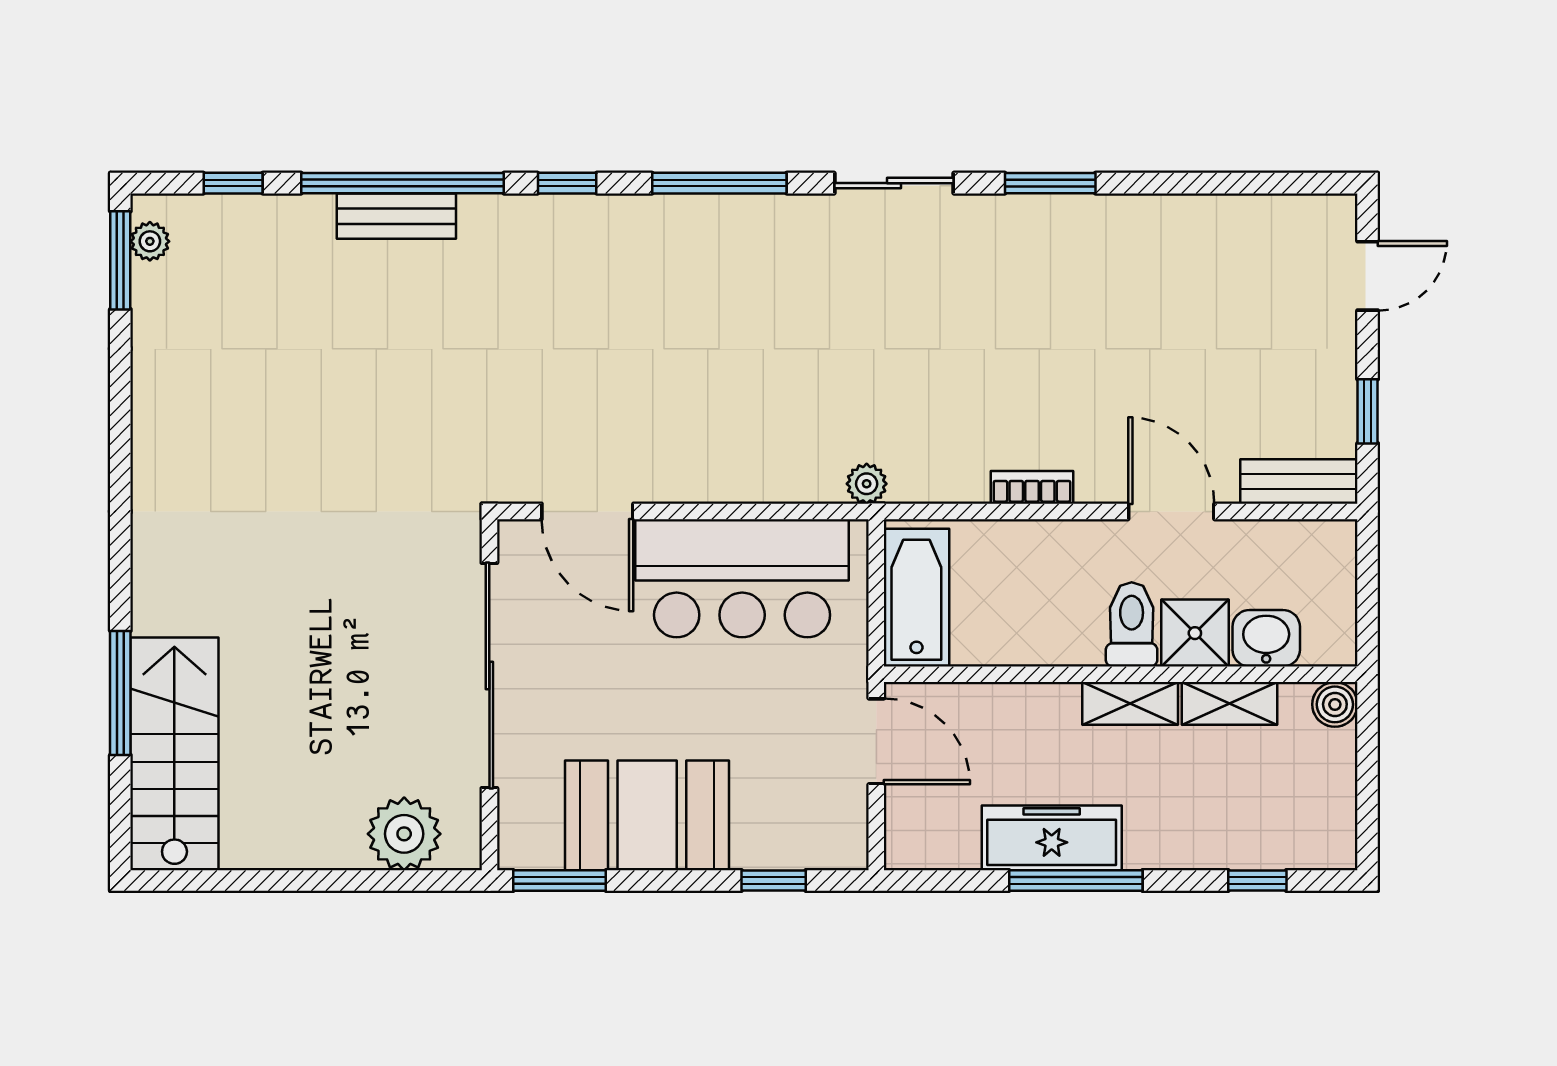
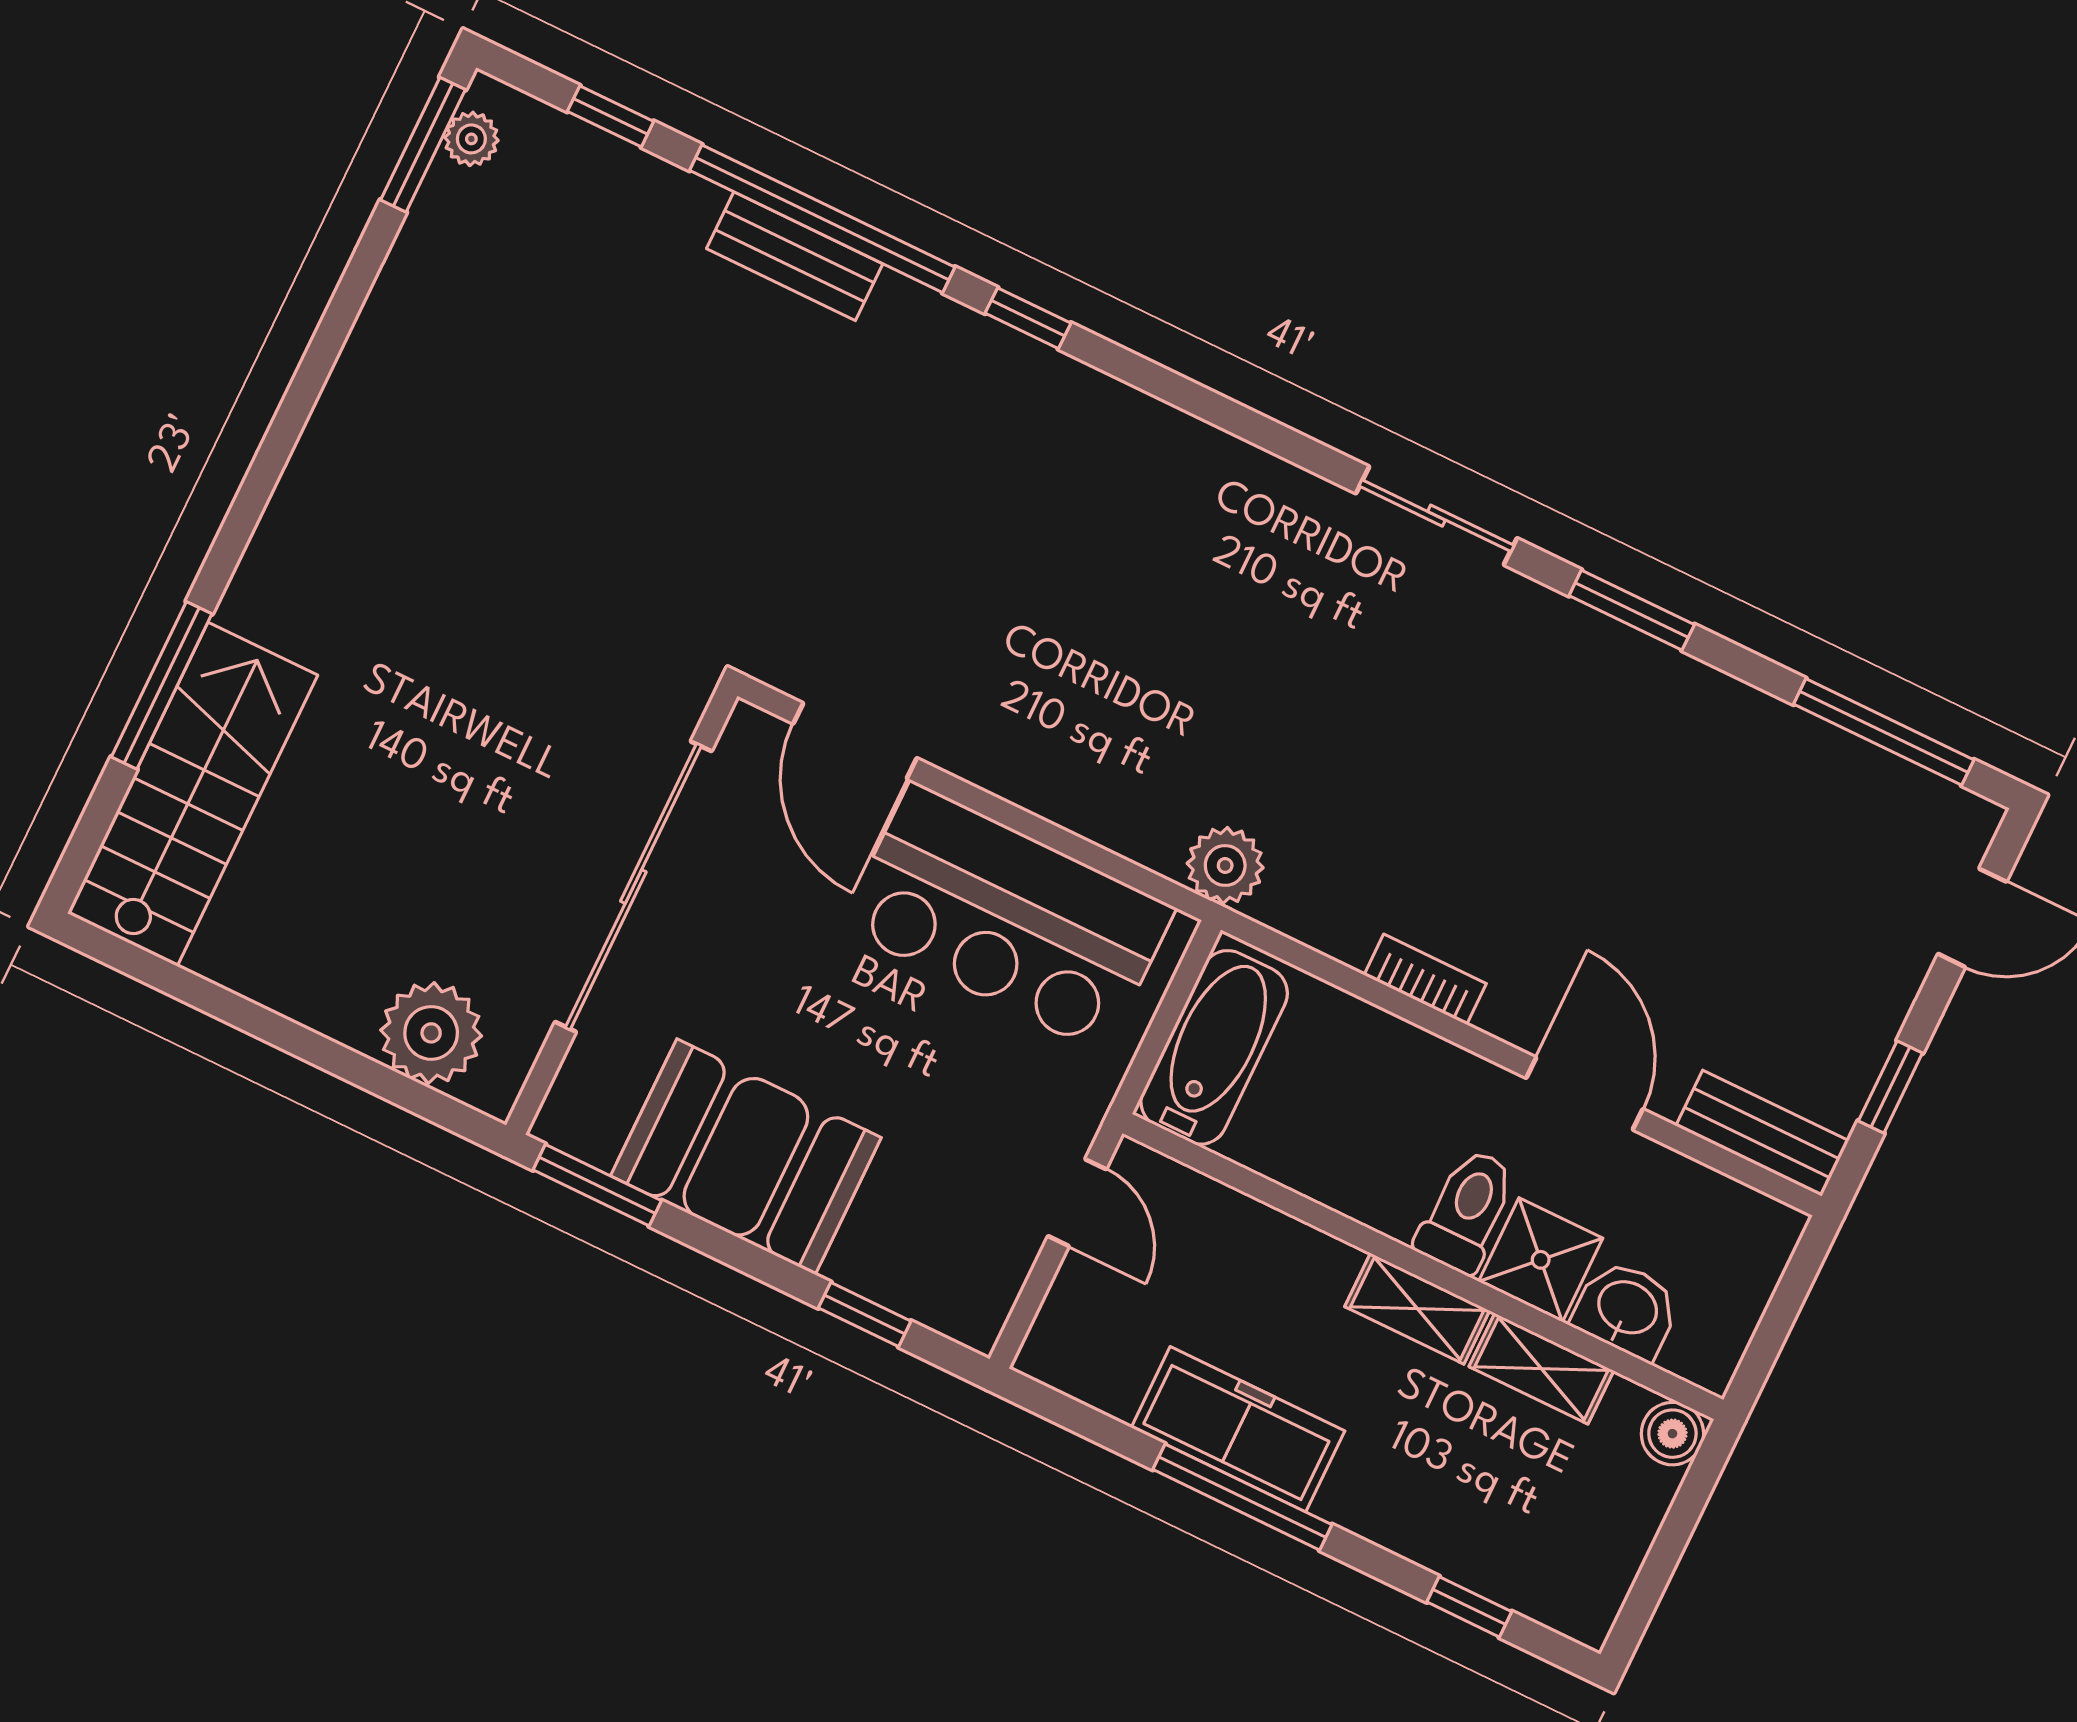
window: (719, 183) -> (1884, 732), moved
plant: (867, 484) -> (1225, 865), width x1.38, depth x1.38
door: (876, 741) -> (1077, 1203), width x0.73

